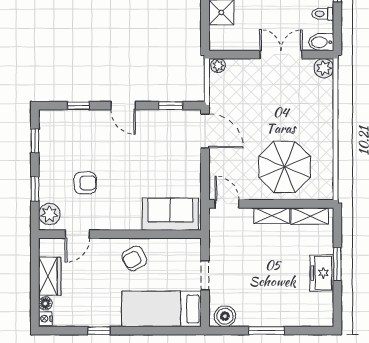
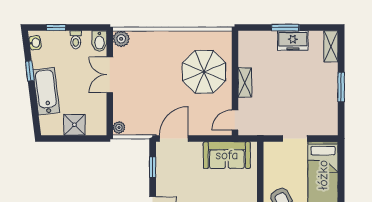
sofa: (170, 214) -> (227, 155), moved, turned -90
shelving: (310, 216) -> (331, 46), moved
boiler: (225, 316) -> (329, 122), removed

